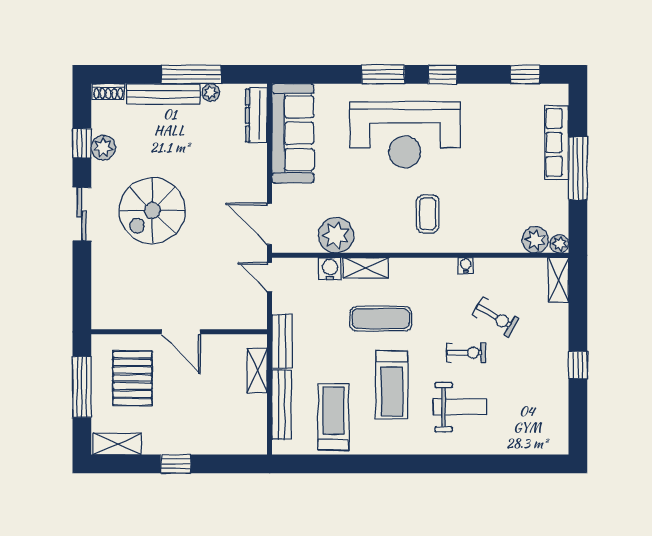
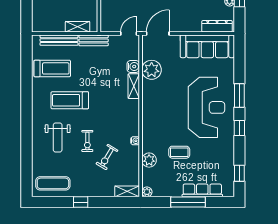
reception desk: (405, 135) -> (207, 107), turned 180
coffee table: (428, 214) -> (179, 152), moved
plant: (535, 240) -> (149, 160), moved
exercise mat: (381, 319) -> (53, 183), moved, turned 90

